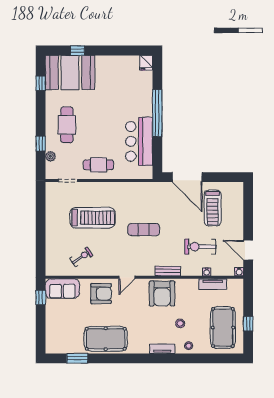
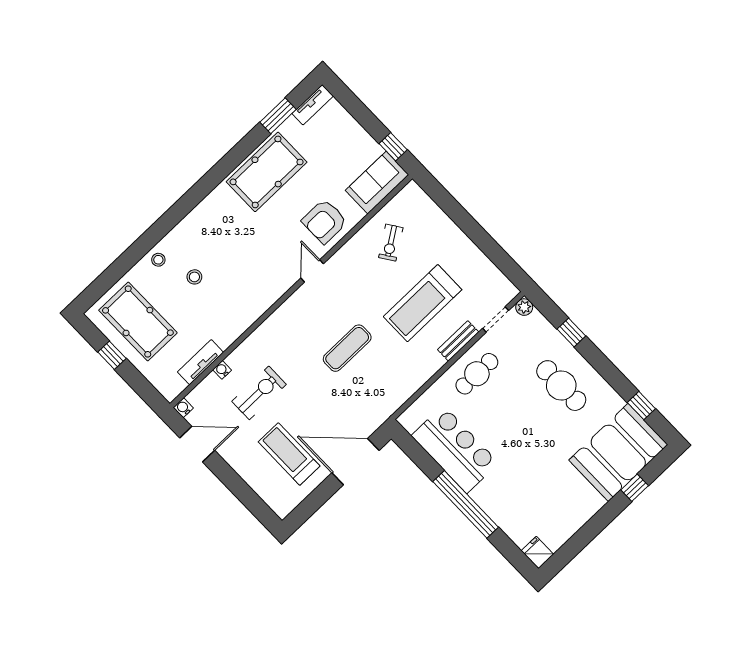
plant: (50, 156) -> (524, 307), moved
bench: (168, 271) -> (458, 341), moved
armchair: (162, 293) -> (251, 292), removed
tv unit: (162, 349) -> (313, 105), moved

